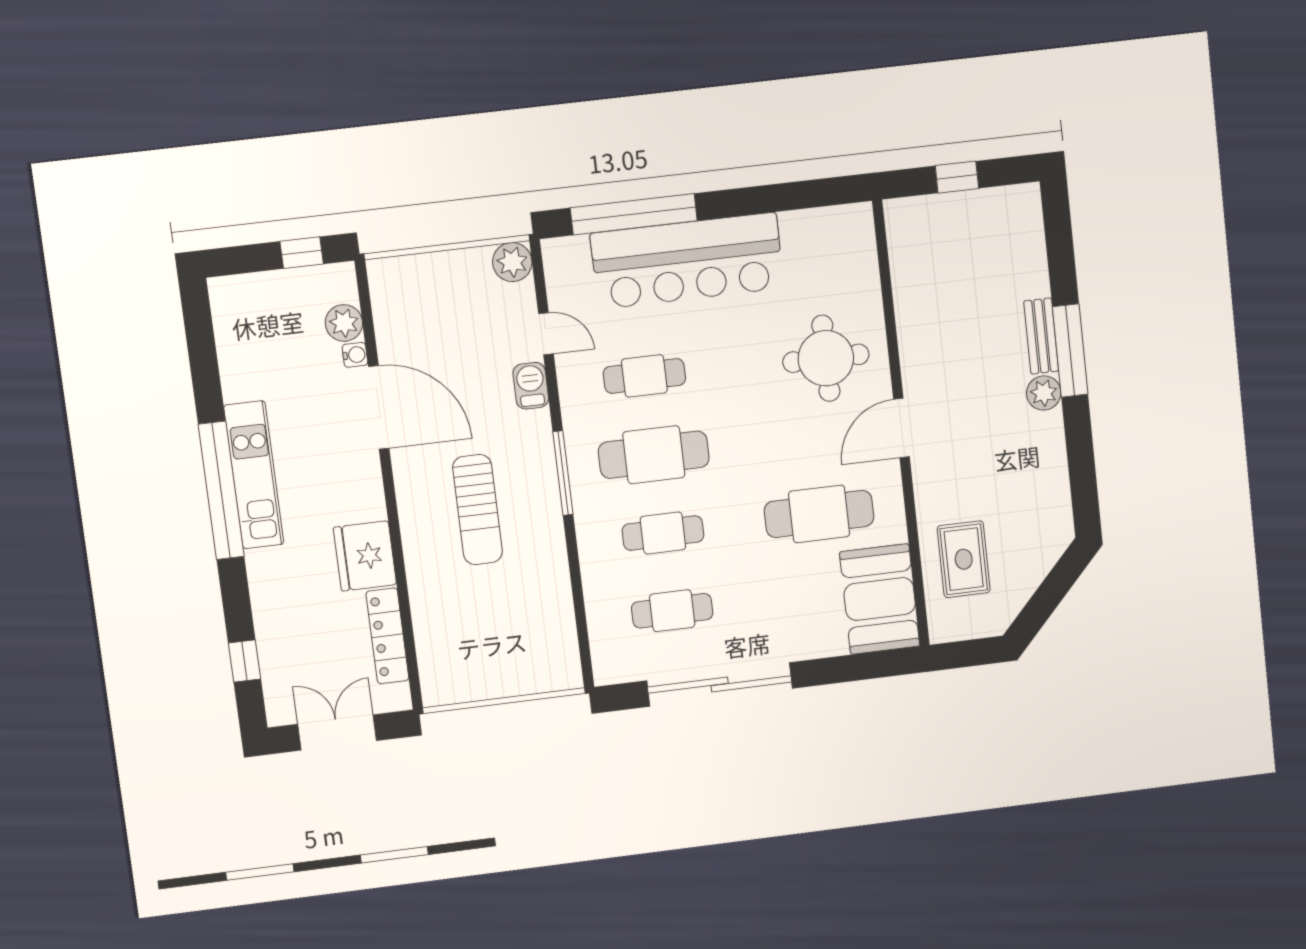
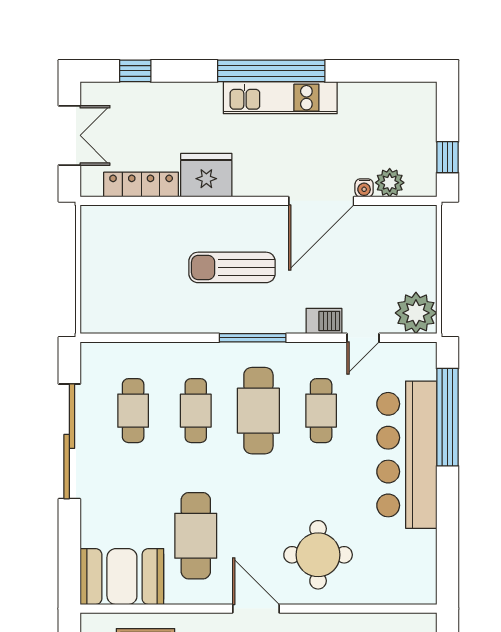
plant: (512, 262) -> (416, 313), width x1.36, depth x1.36

